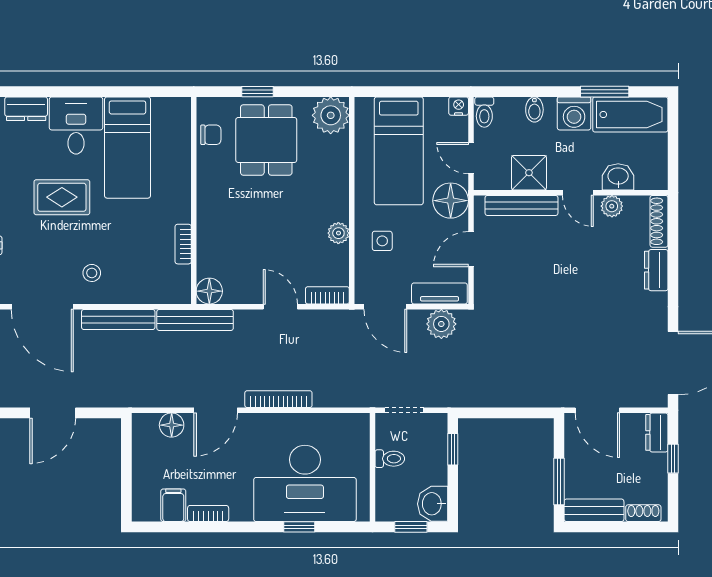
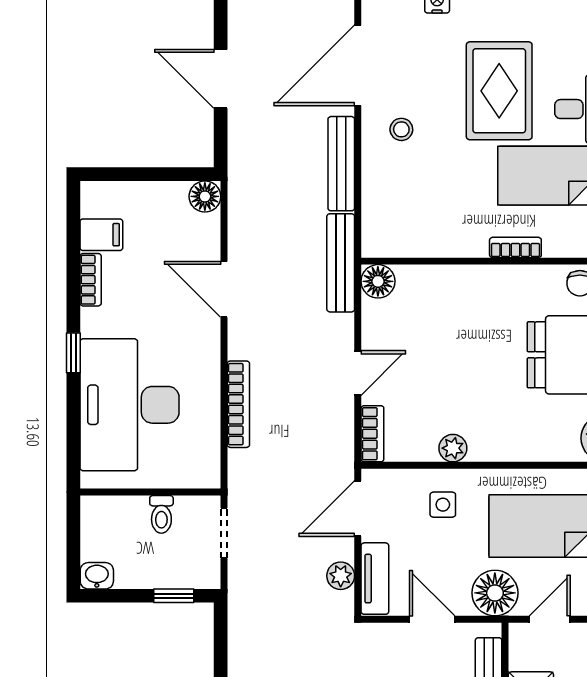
rug: (62, 197) -> (499, 91), width x1.36, depth x1.43
bookcase: (183, 244) -> (515, 247), moved
plant: (441, 324) -> (341, 576), width x0.73, depth x0.73
bookcase: (278, 399) -> (238, 404), moved
floor lamp: (172, 425) -> (205, 196), moved
washbasin: (433, 504) -> (97, 576), width x0.72, depth x0.69
window: (299, 527) -> (73, 353), moved
window: (411, 527) -> (73, 542), removed

